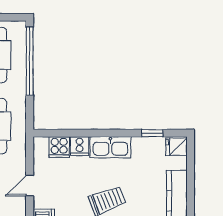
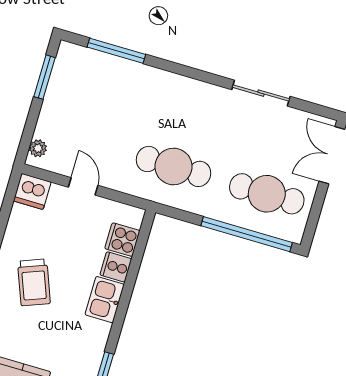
kitchen sink: (110, 147) -> (105, 300), width x0.73

